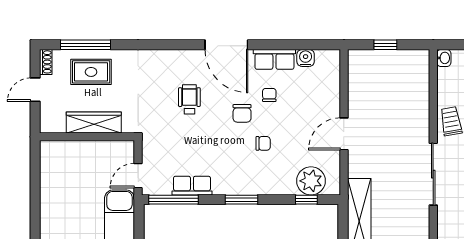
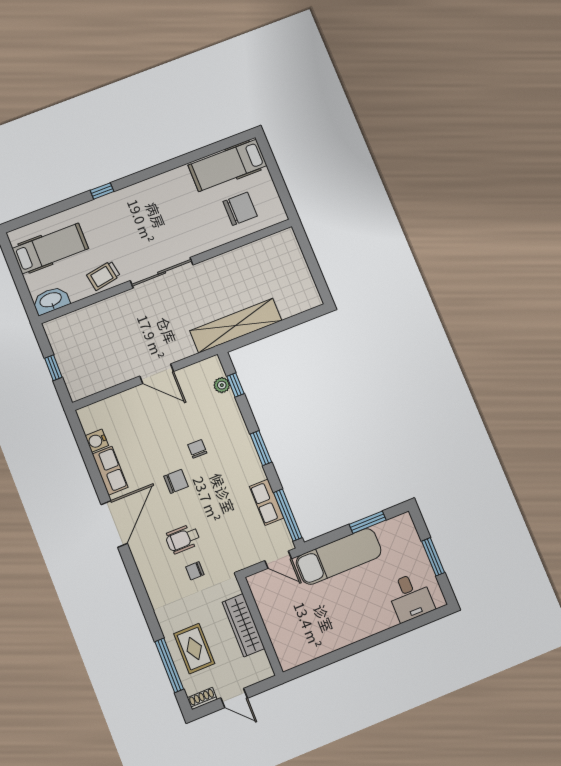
washbasin: (444, 58) -> (51, 300), width x1.91, depth x1.45
chair: (269, 95) -> (195, 571), moved
plant: (311, 181) -> (222, 385), width x0.53, depth x0.53

